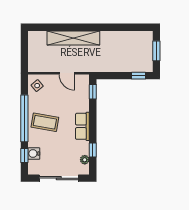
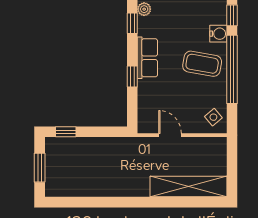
shelving: (73, 38) -> (189, 187), moved
window: (93, 92) -> (132, 77), moved
water cooler: (34, 154) -> (218, 34), moved

